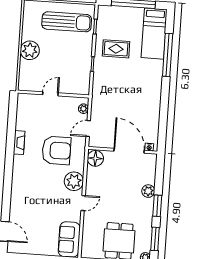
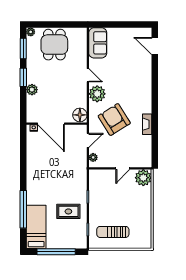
sun lounger: (67, 22) -> (113, 232), width x0.73, depth x0.75
plant: (30, 50) -> (143, 178), moved
armchair: (56, 150) -> (114, 120), turned 58
door: (83, 203) -> (88, 75), swing flipped

